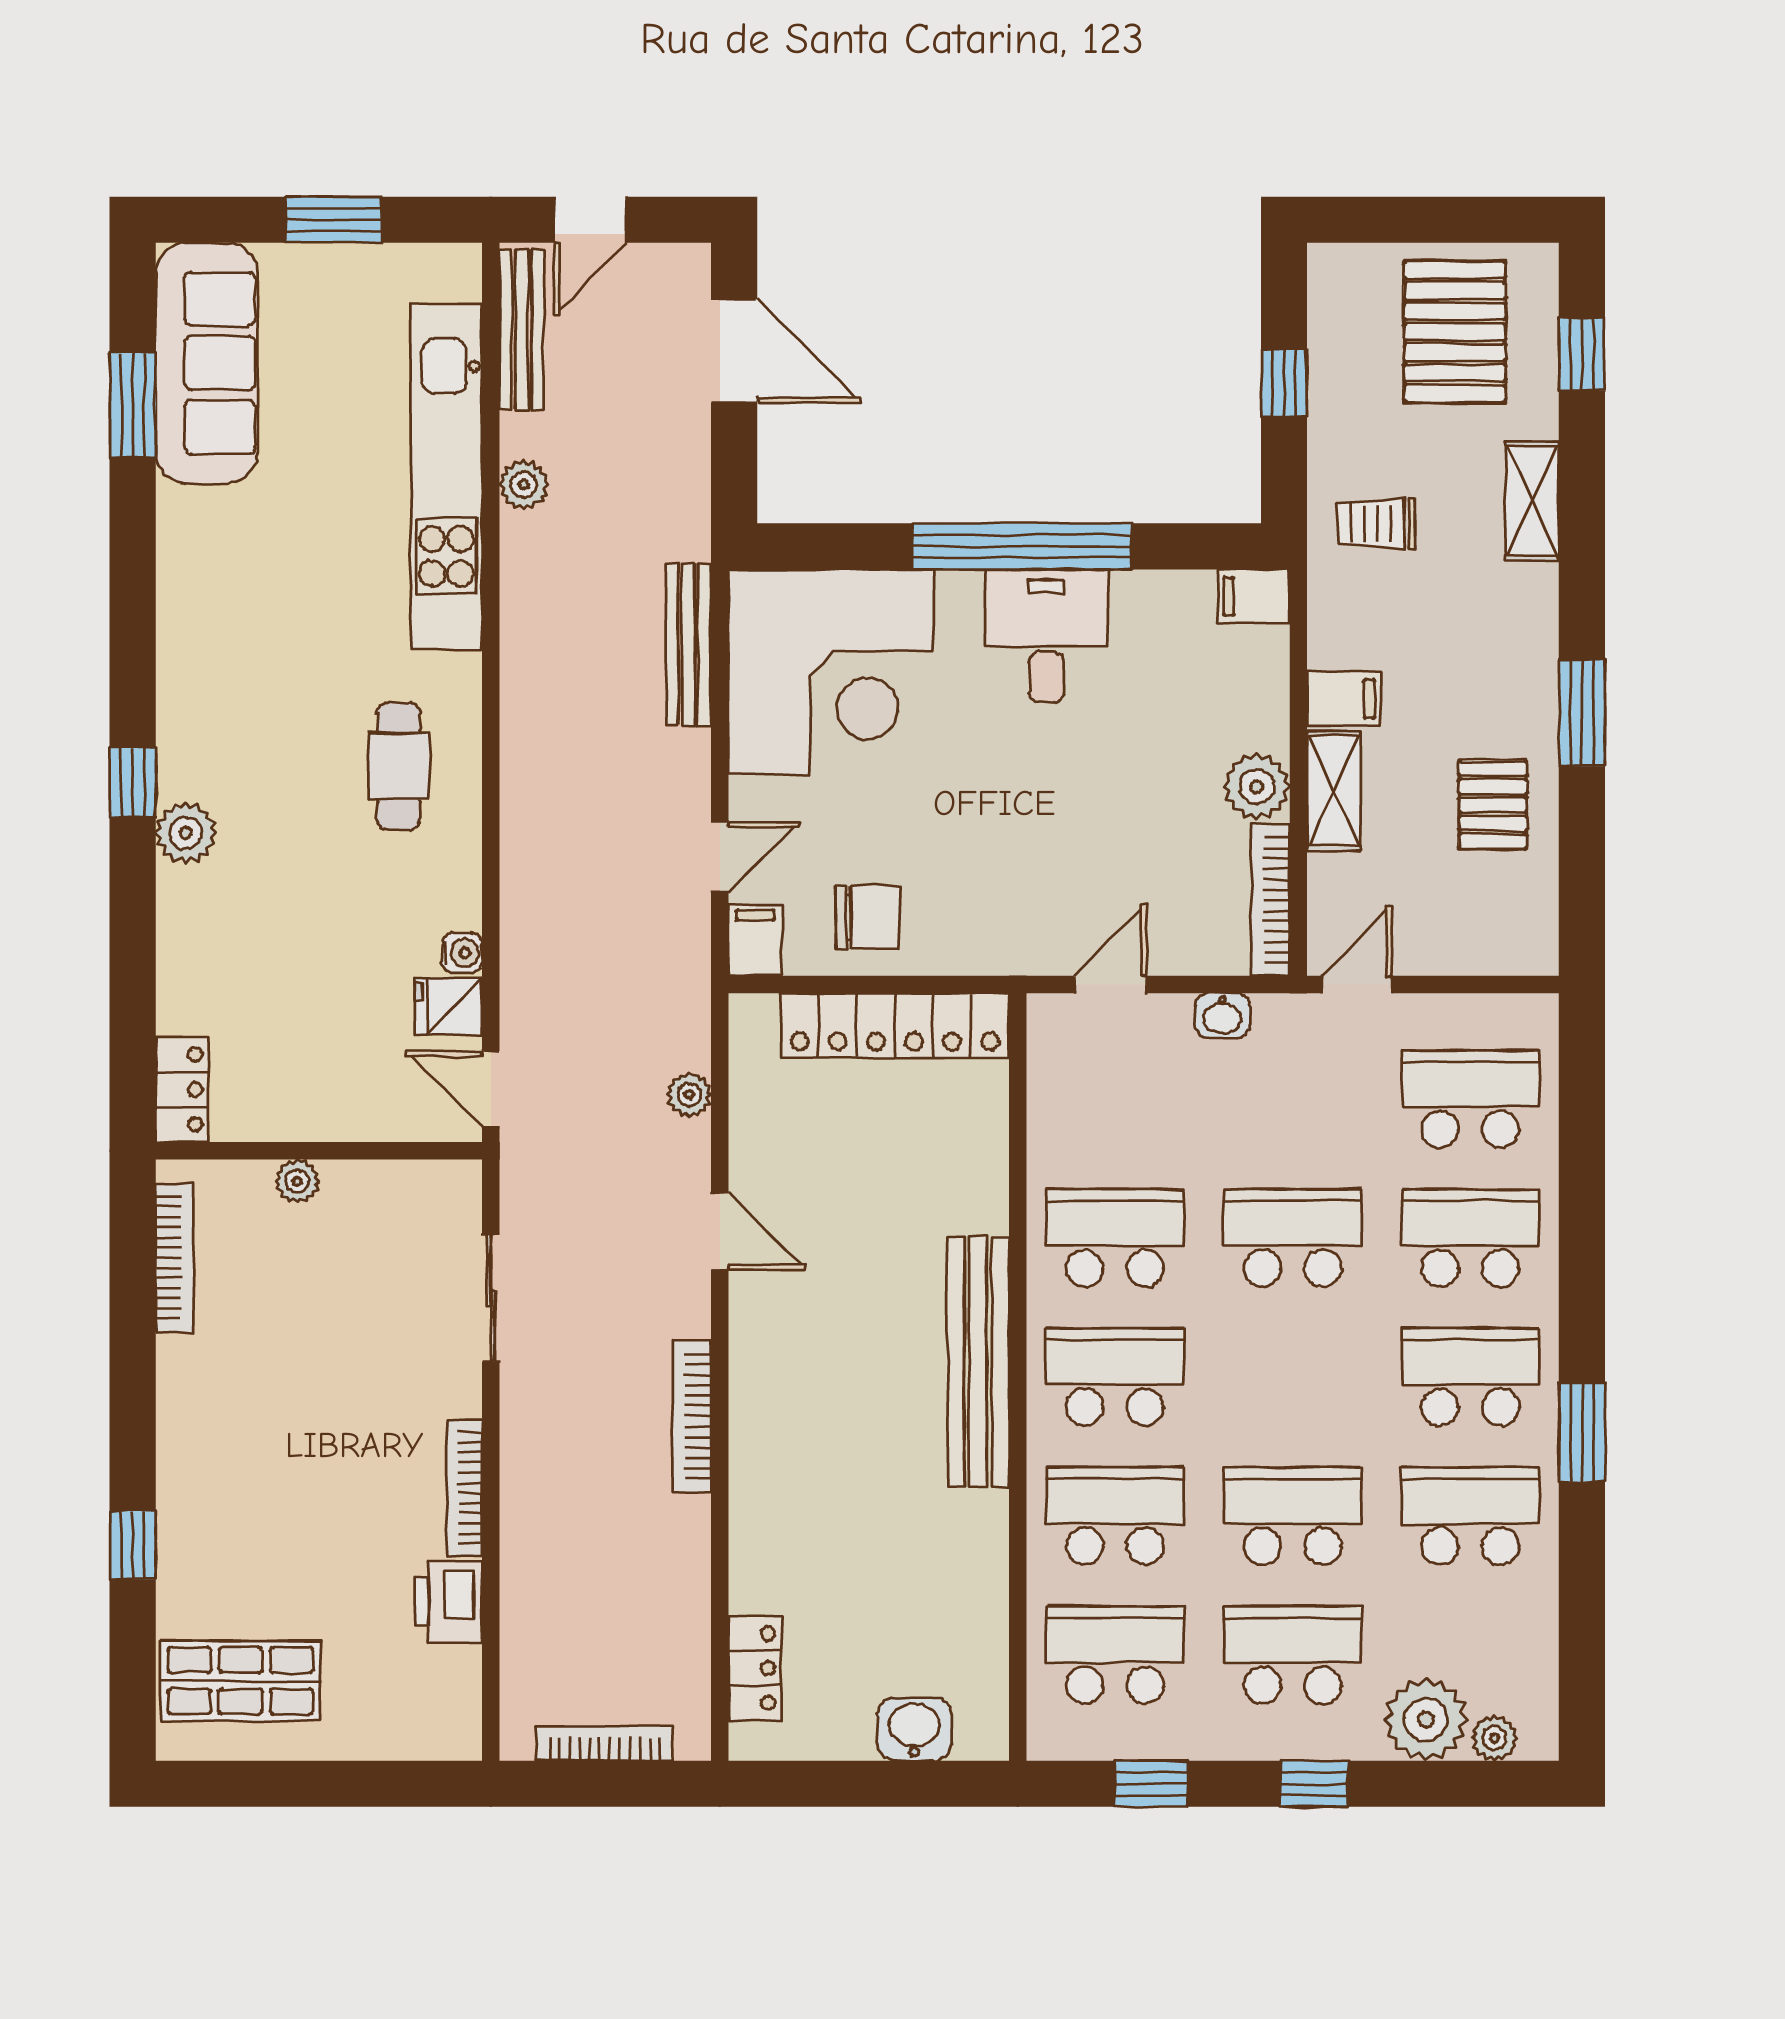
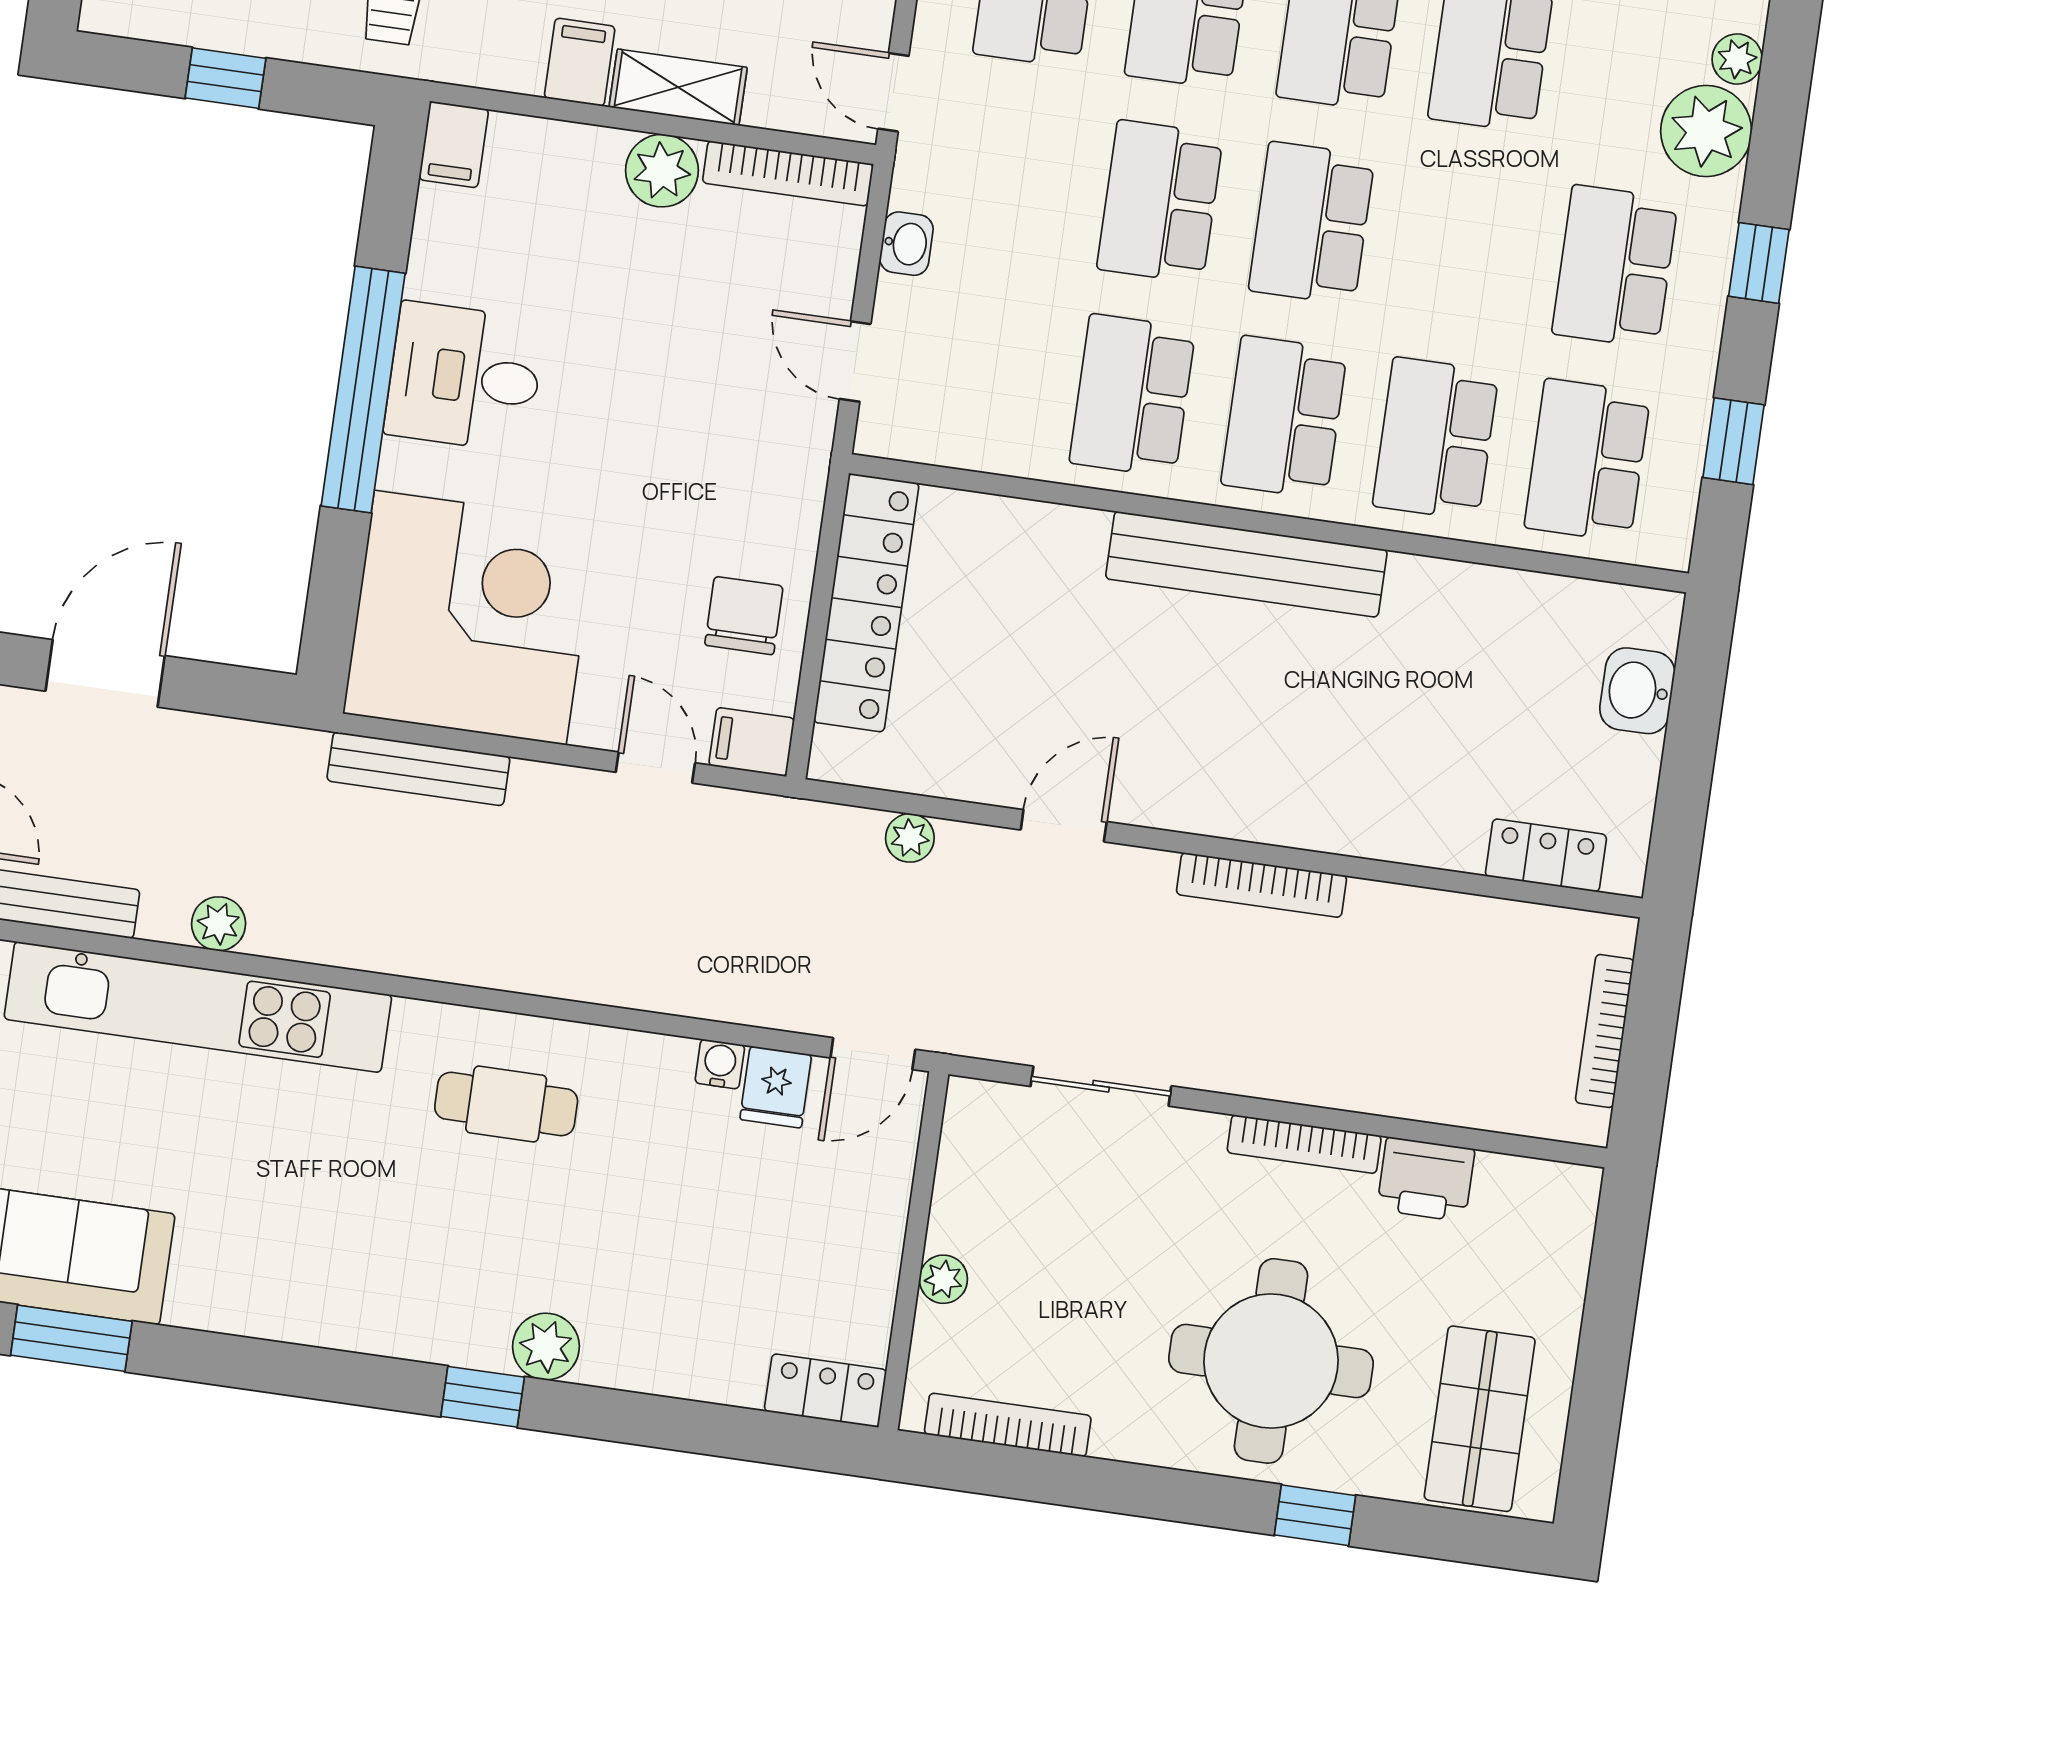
round table: (266, 1486) -> (1271, 1361), added
school desk: (1293, 1516) -> (1312, 223), moved

